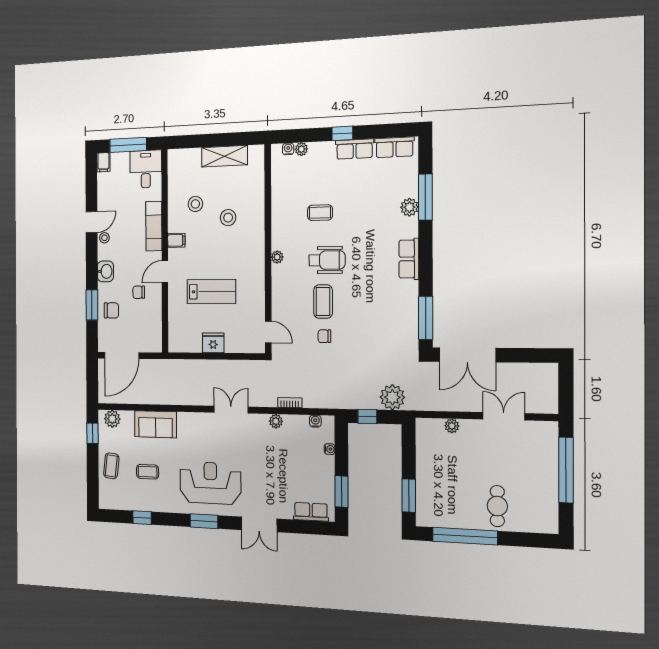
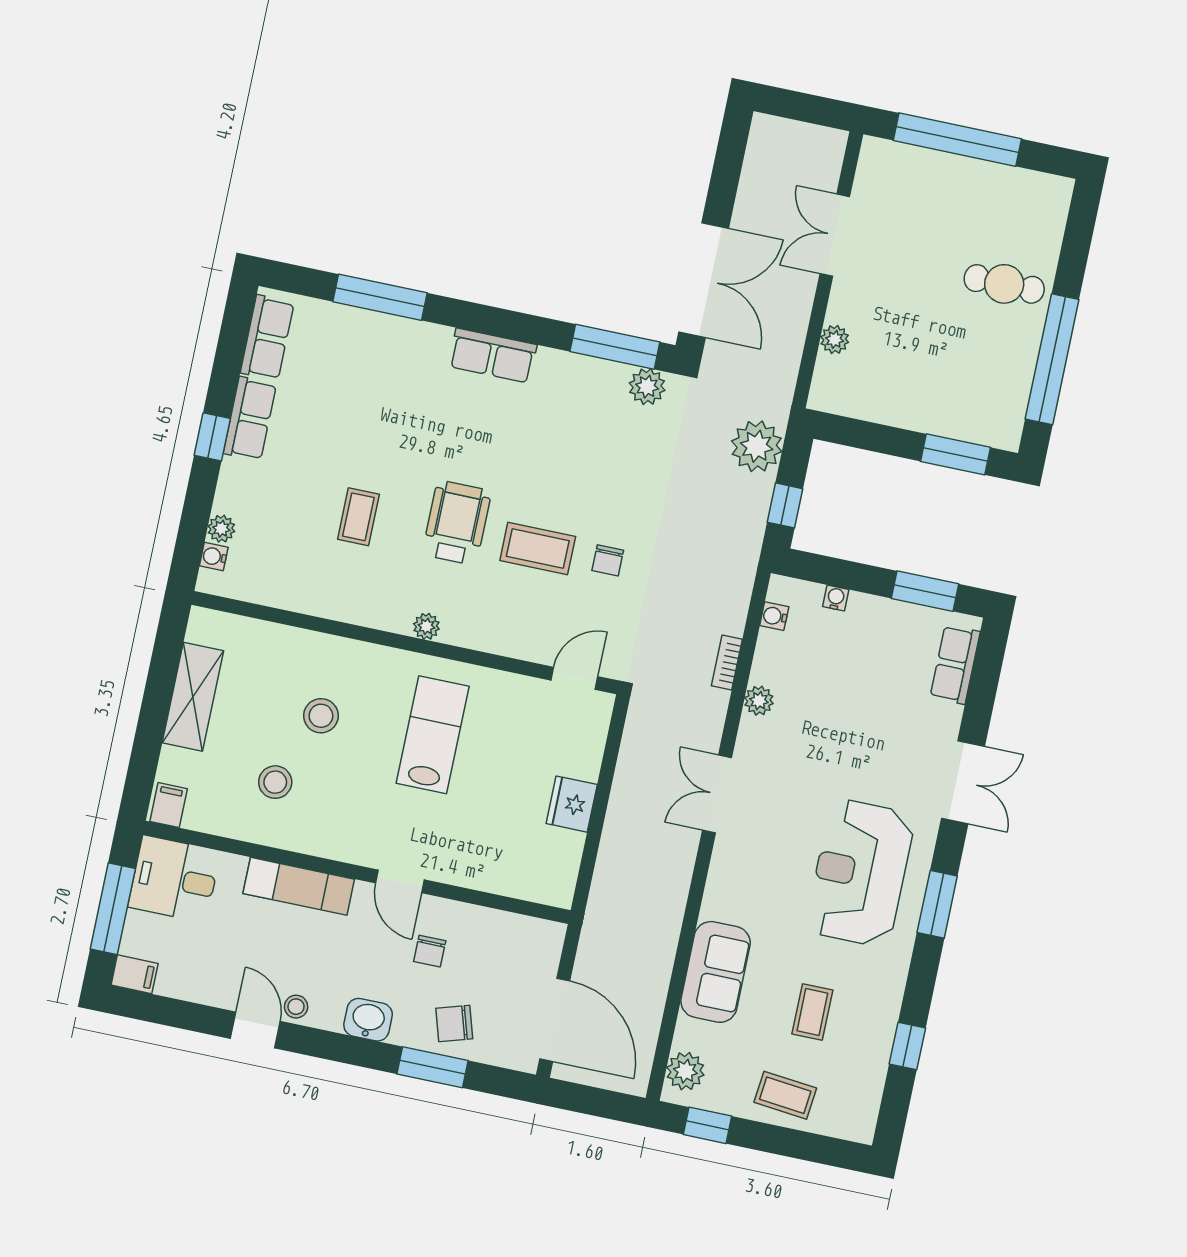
plant: (409, 207) -> (647, 387), moved
filing cabinet: (176, 240) -> (169, 805), moved
lab bench: (211, 292) -> (433, 735), moved
chair: (111, 310) -> (454, 1024), turned -107

